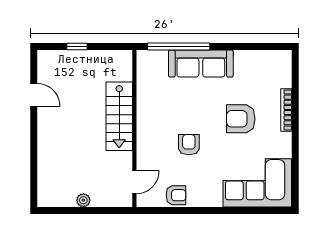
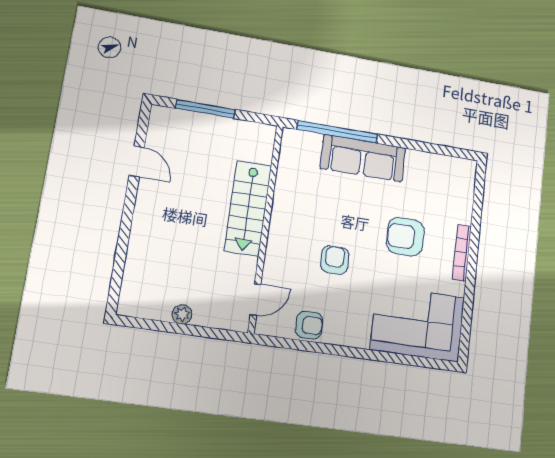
window: (77, 46) -> (205, 109), width x2.17
bookcase: (286, 110) -> (462, 253), moved

